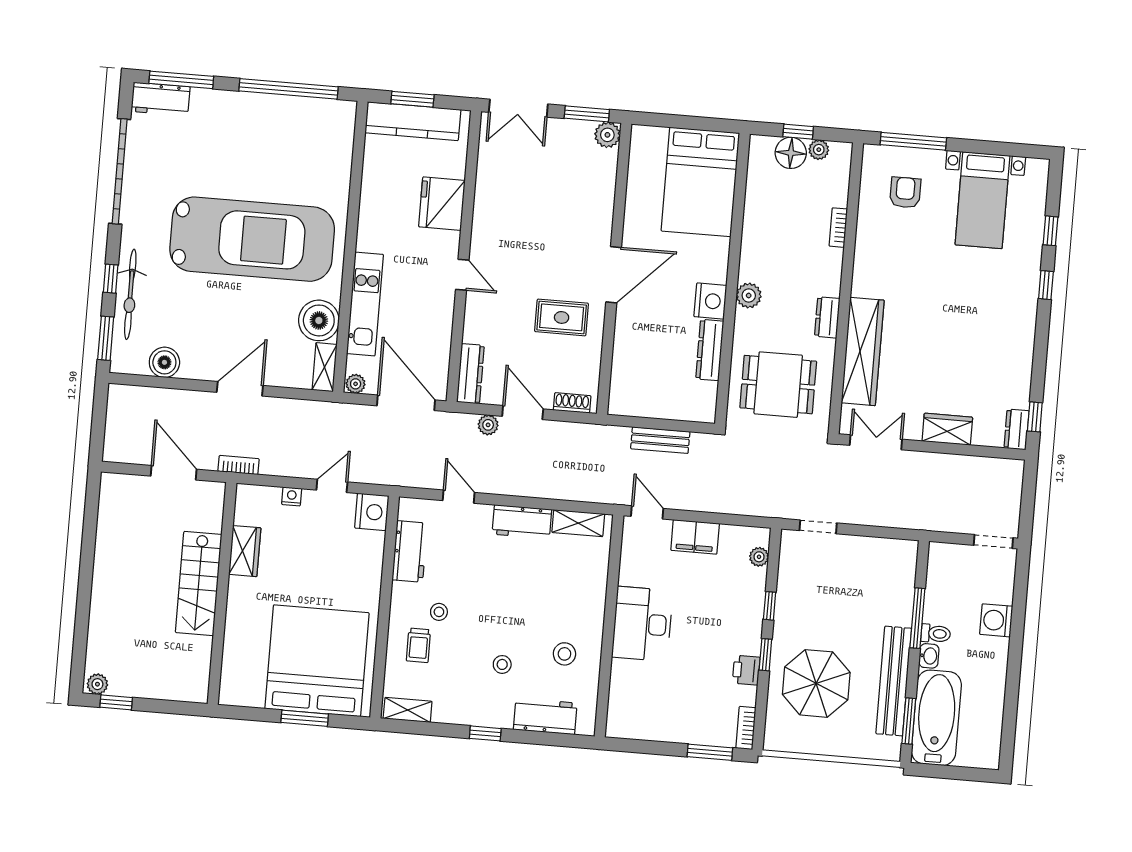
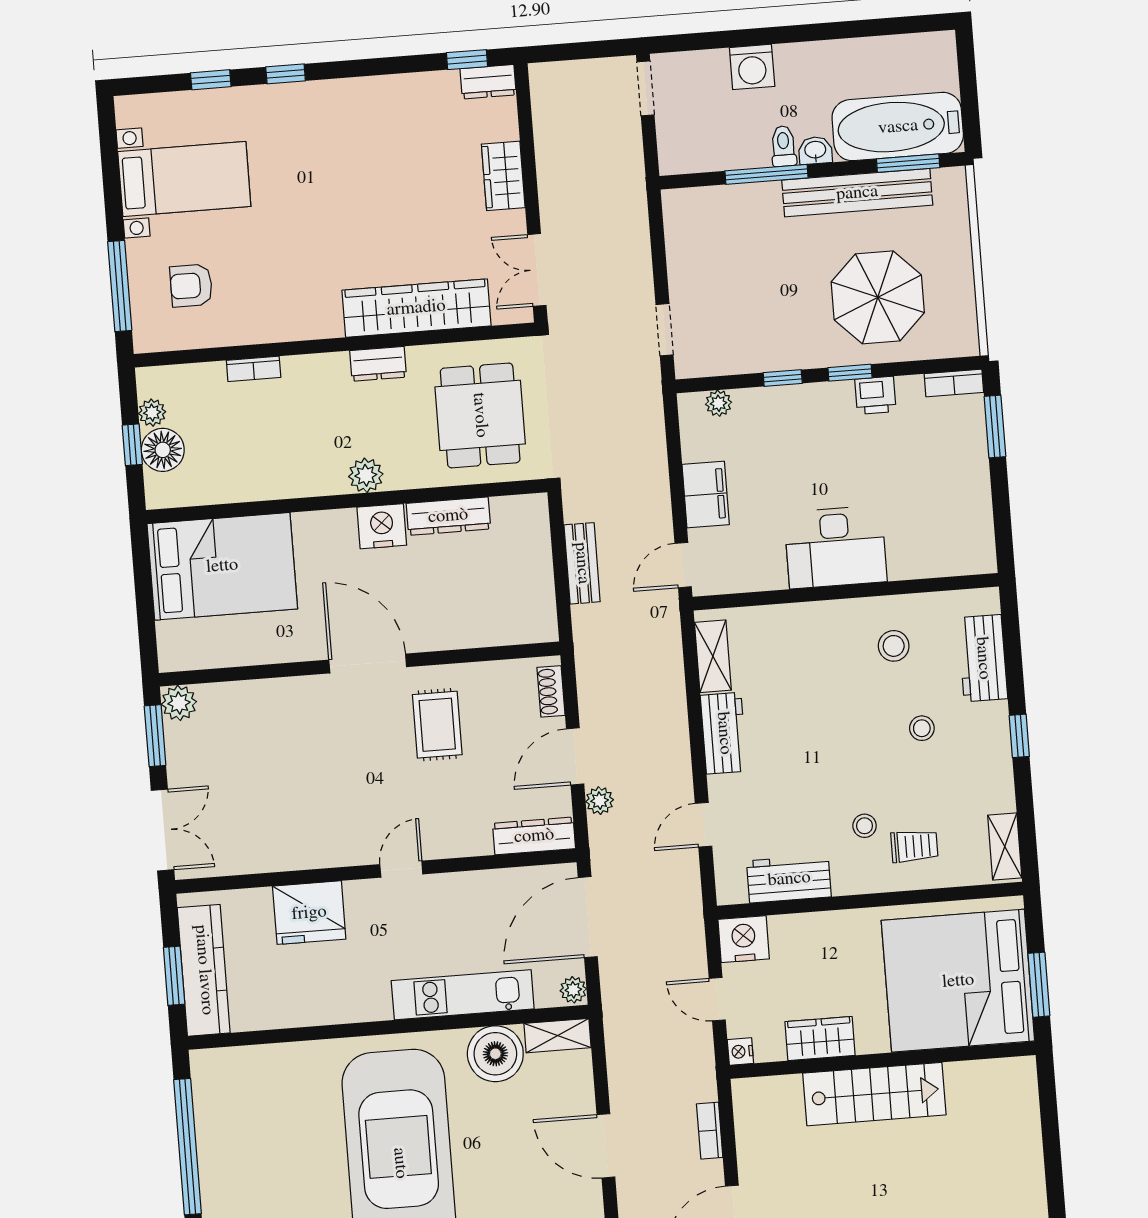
wardrobe: (245, 551) -> (820, 1039), moved
stairs: (199, 584) -> (874, 1094), moved
wall: (222, 593) -> (883, 1060), moved

